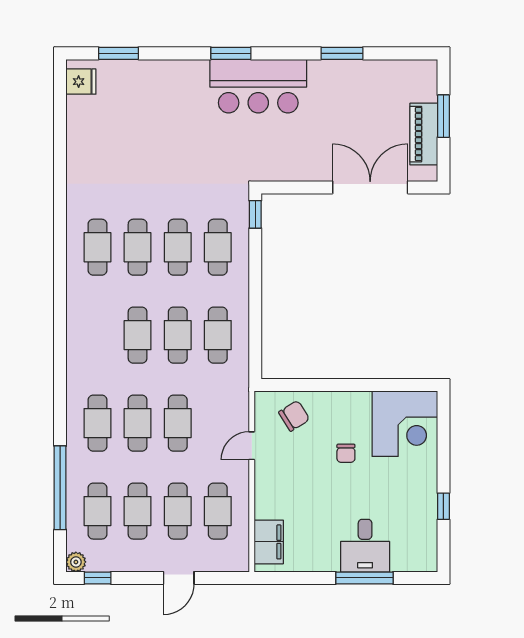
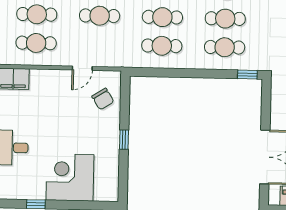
window: (350, 385) -> (124, 140), added
corner desk: (405, 424) -> (70, 177), moved, turned 90
door: (252, 446) -> (82, 68), swing flipped
chair: (346, 453) -> (75, 135), removed

